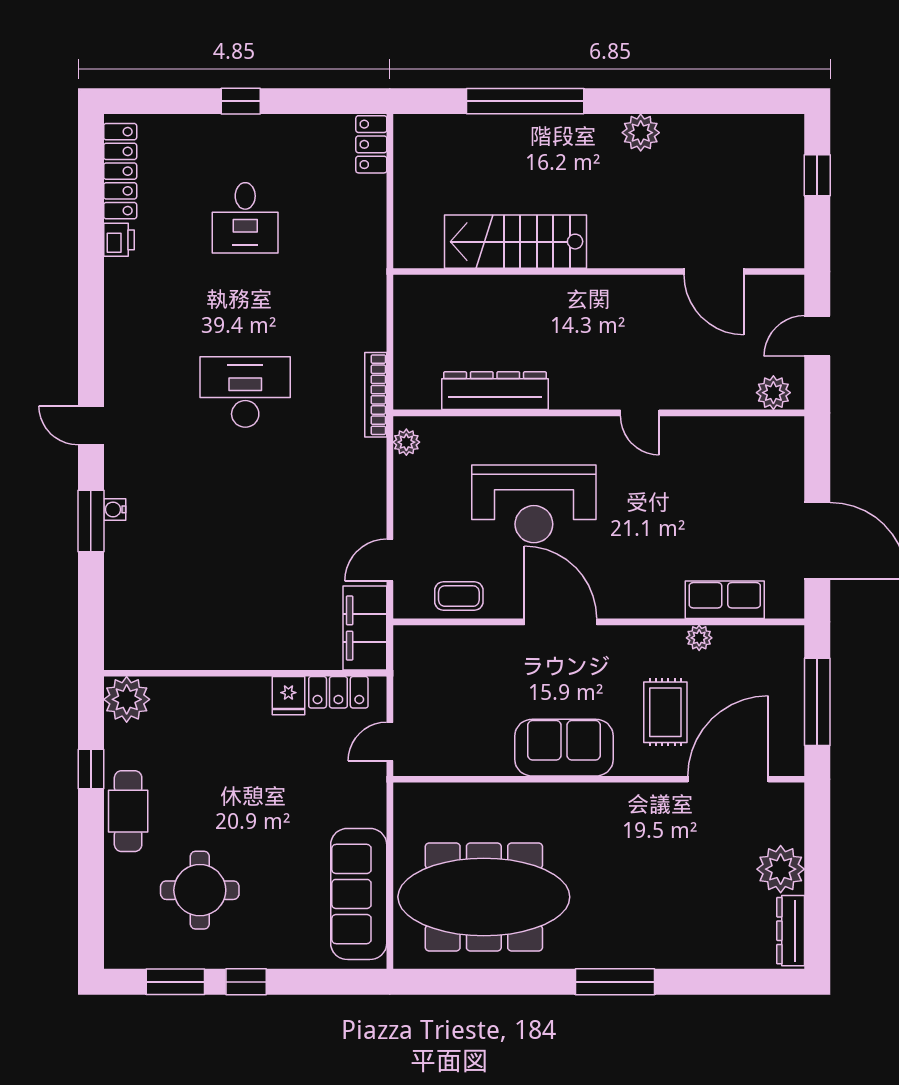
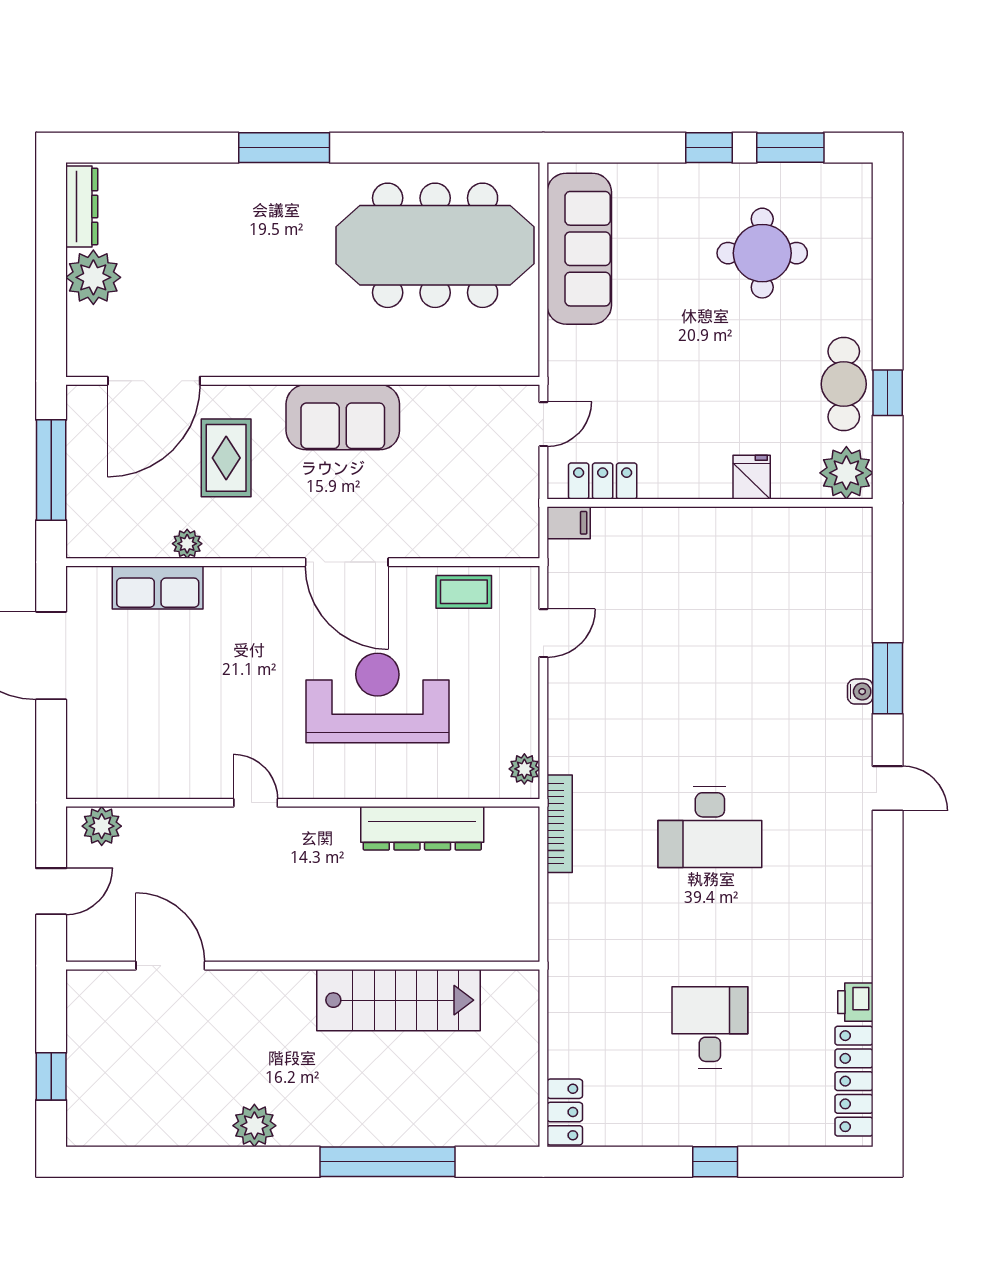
filing cabinet: (365, 628) -> (569, 523), width x0.33, depth x0.86
fridge: (288, 696) -> (752, 477), moved
cafe table: (128, 811) -> (844, 384), moved

